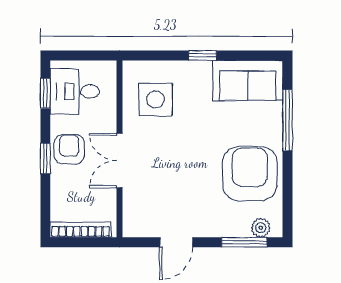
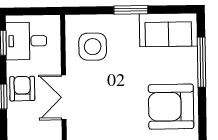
window: (203, 55) -> (131, 10), width x1.50
armchair: (250, 174) -> (171, 107), turned -90

